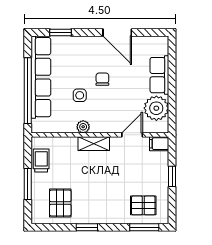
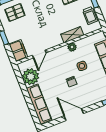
row of seats: (159, 75) -> (39, 104), width x1.48
shelving: (94, 144) -> (72, 35), moved
filing cabinet: (159, 144) -> (18, 51), width x2.00

